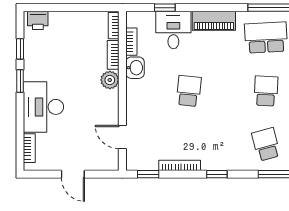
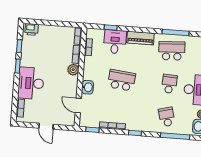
washbasin: (135, 68) -> (88, 87), moved
school desk: (189, 91) -> (122, 80), width x1.85

